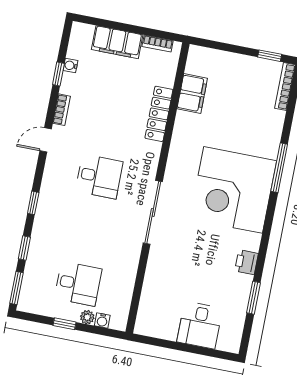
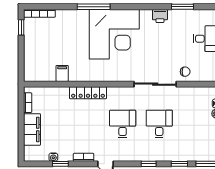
filing cabinet: (192, 94) -> (62, 73), width x0.50
locker: (159, 114) -> (88, 93), moved
sliding door: (153, 212) -> (155, 84), moved
chair: (158, 283) -> (185, 72), added
desk: (78, 284) -> (159, 124), moved

